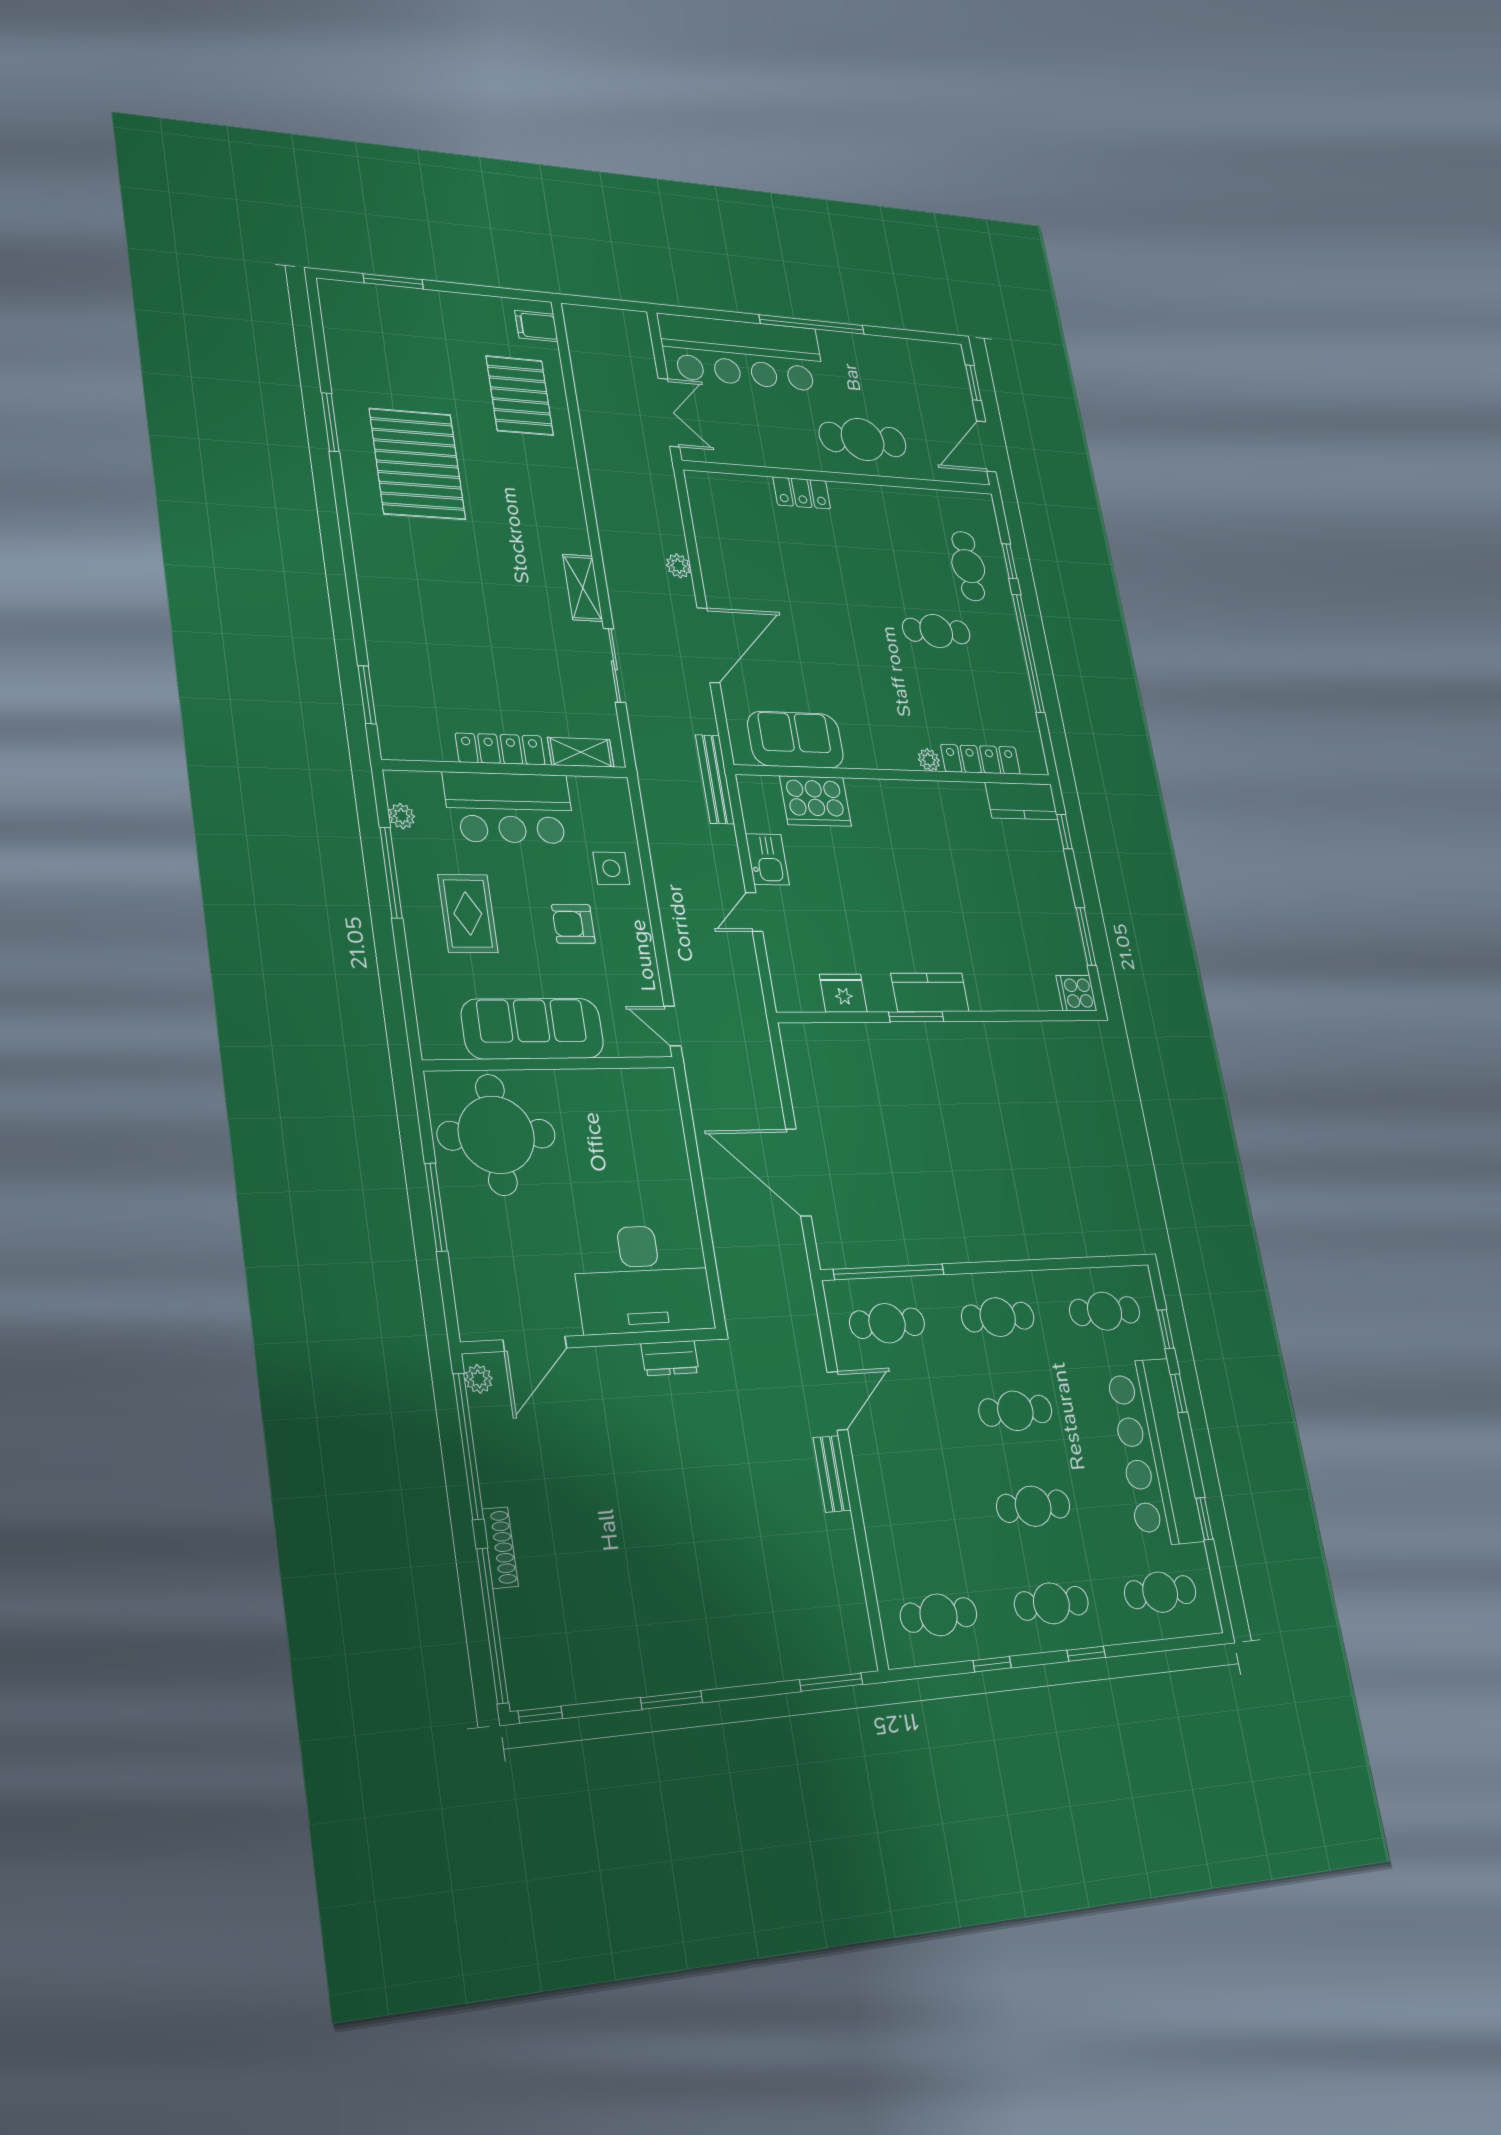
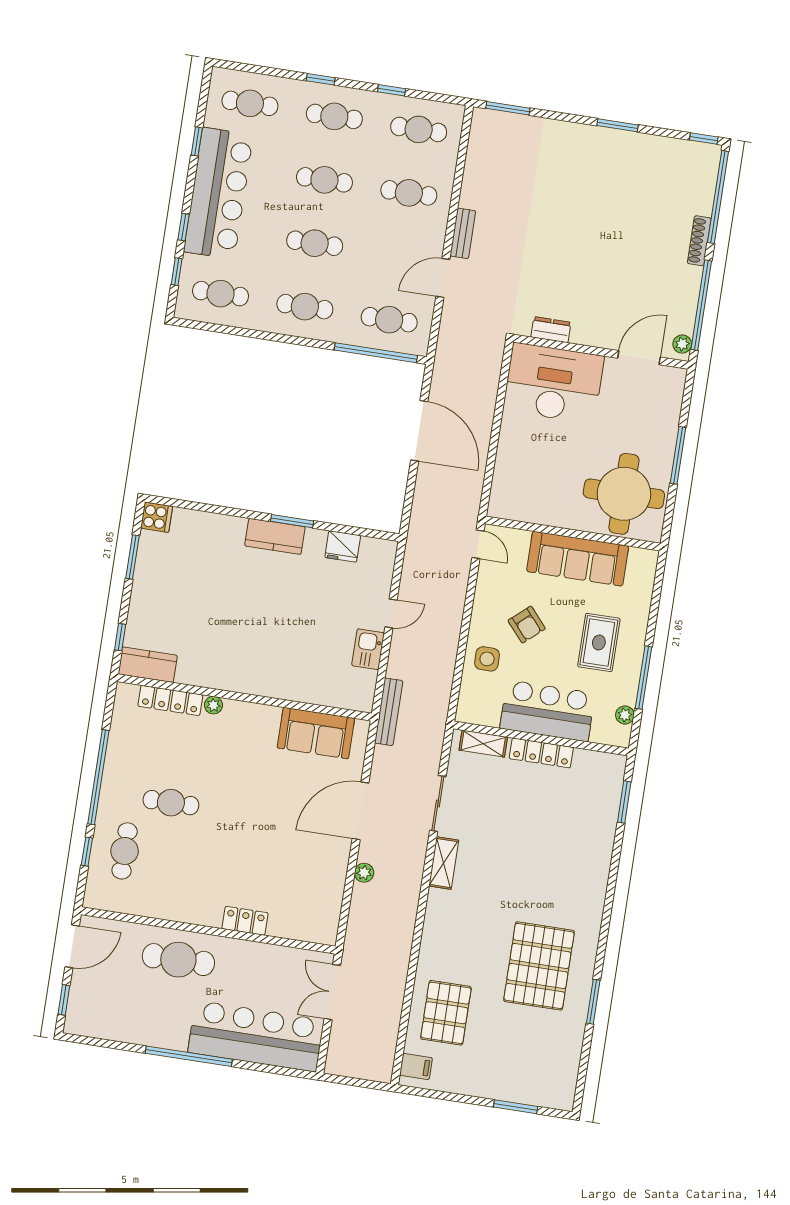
cooker: (815, 801) -> (316, 686), removed
armchair: (573, 924) -> (527, 625), turned 49
cafe table: (921, 1516) -> (409, 193), added

